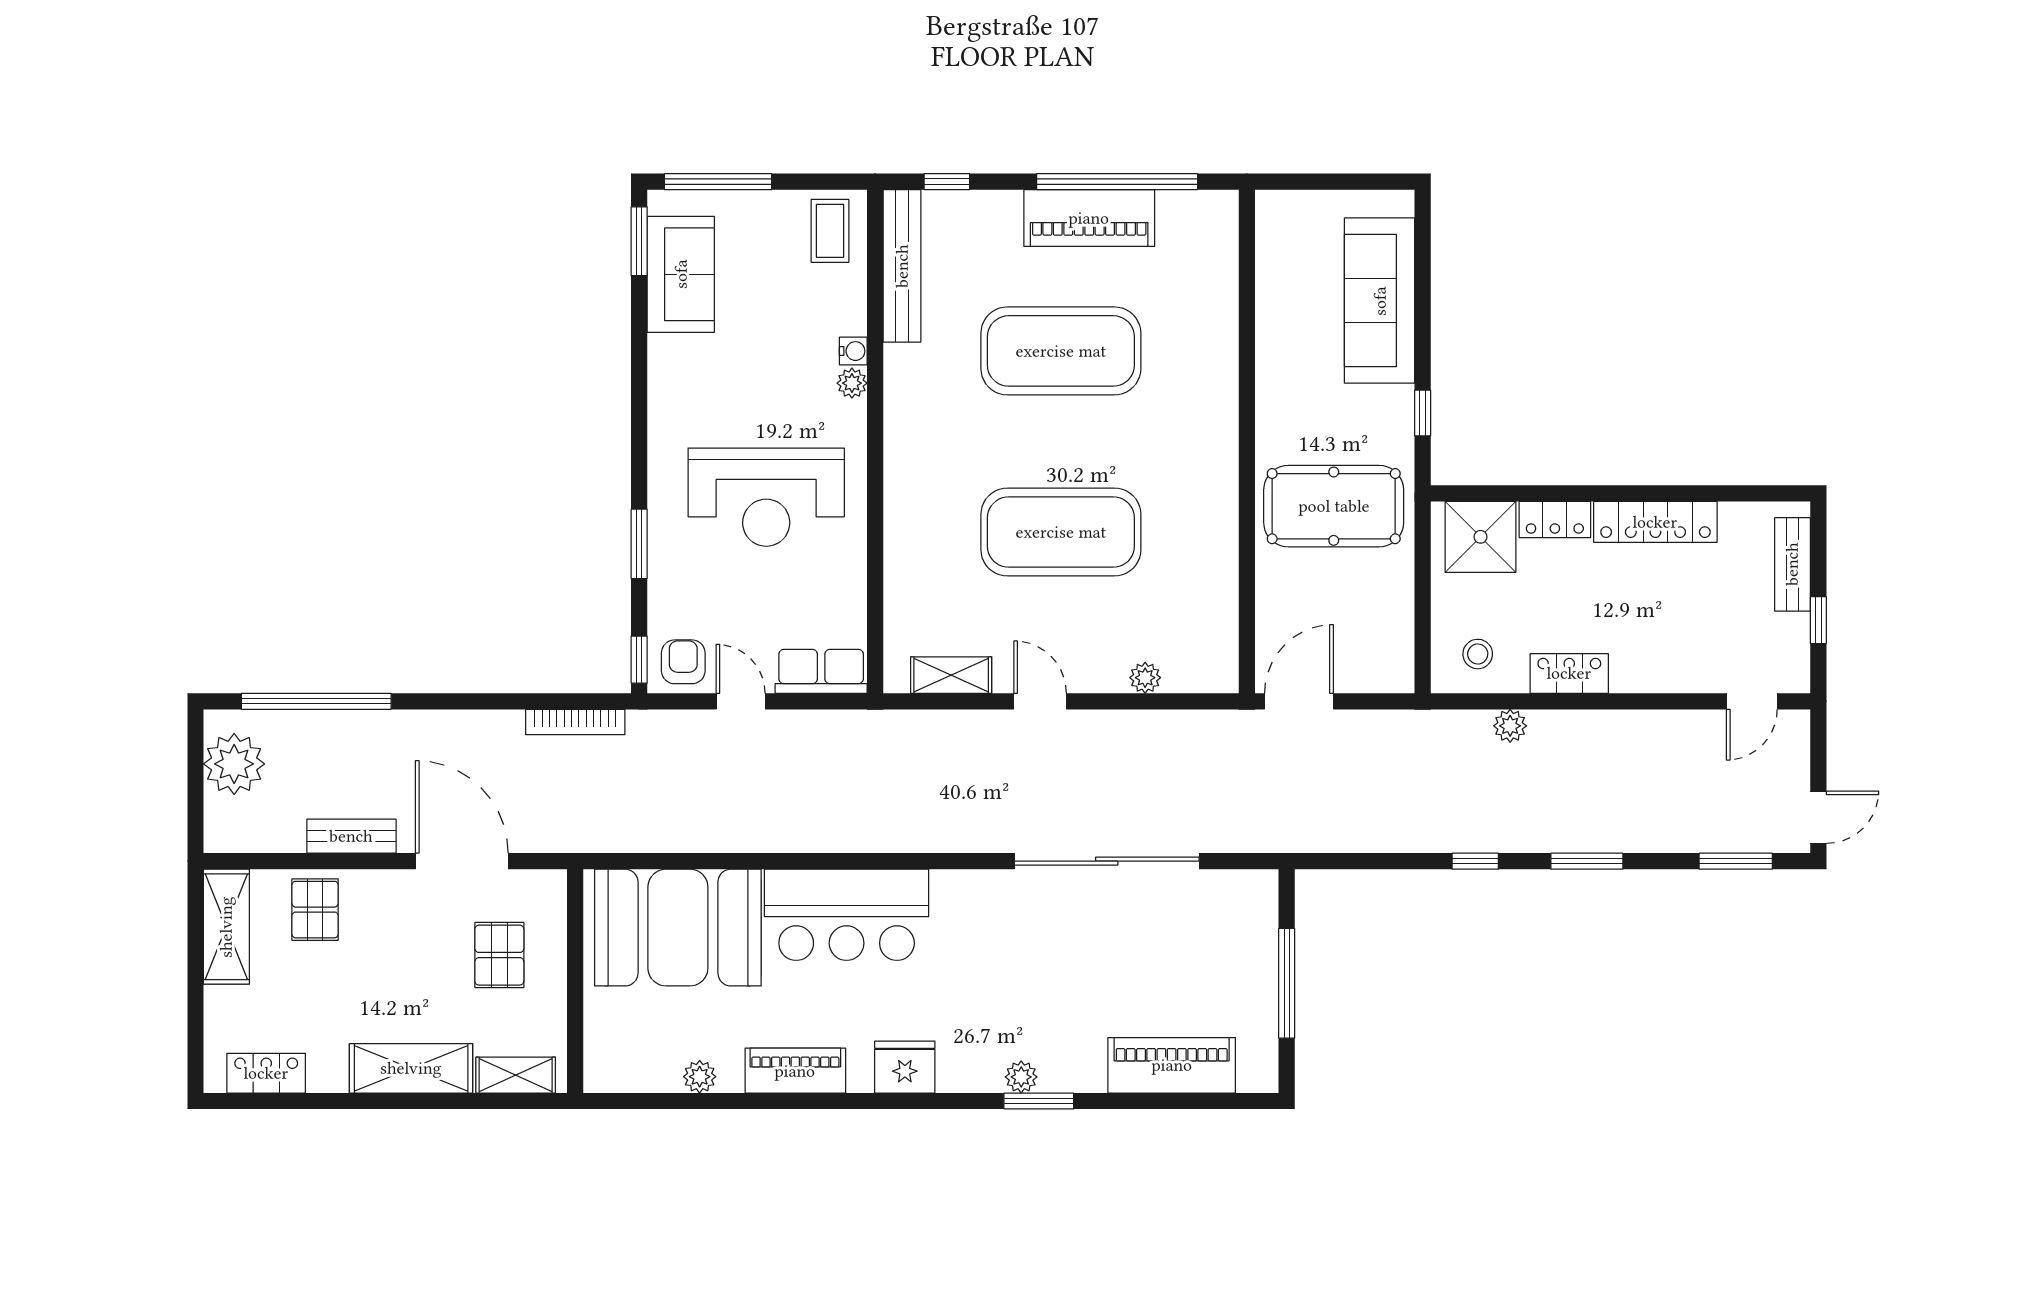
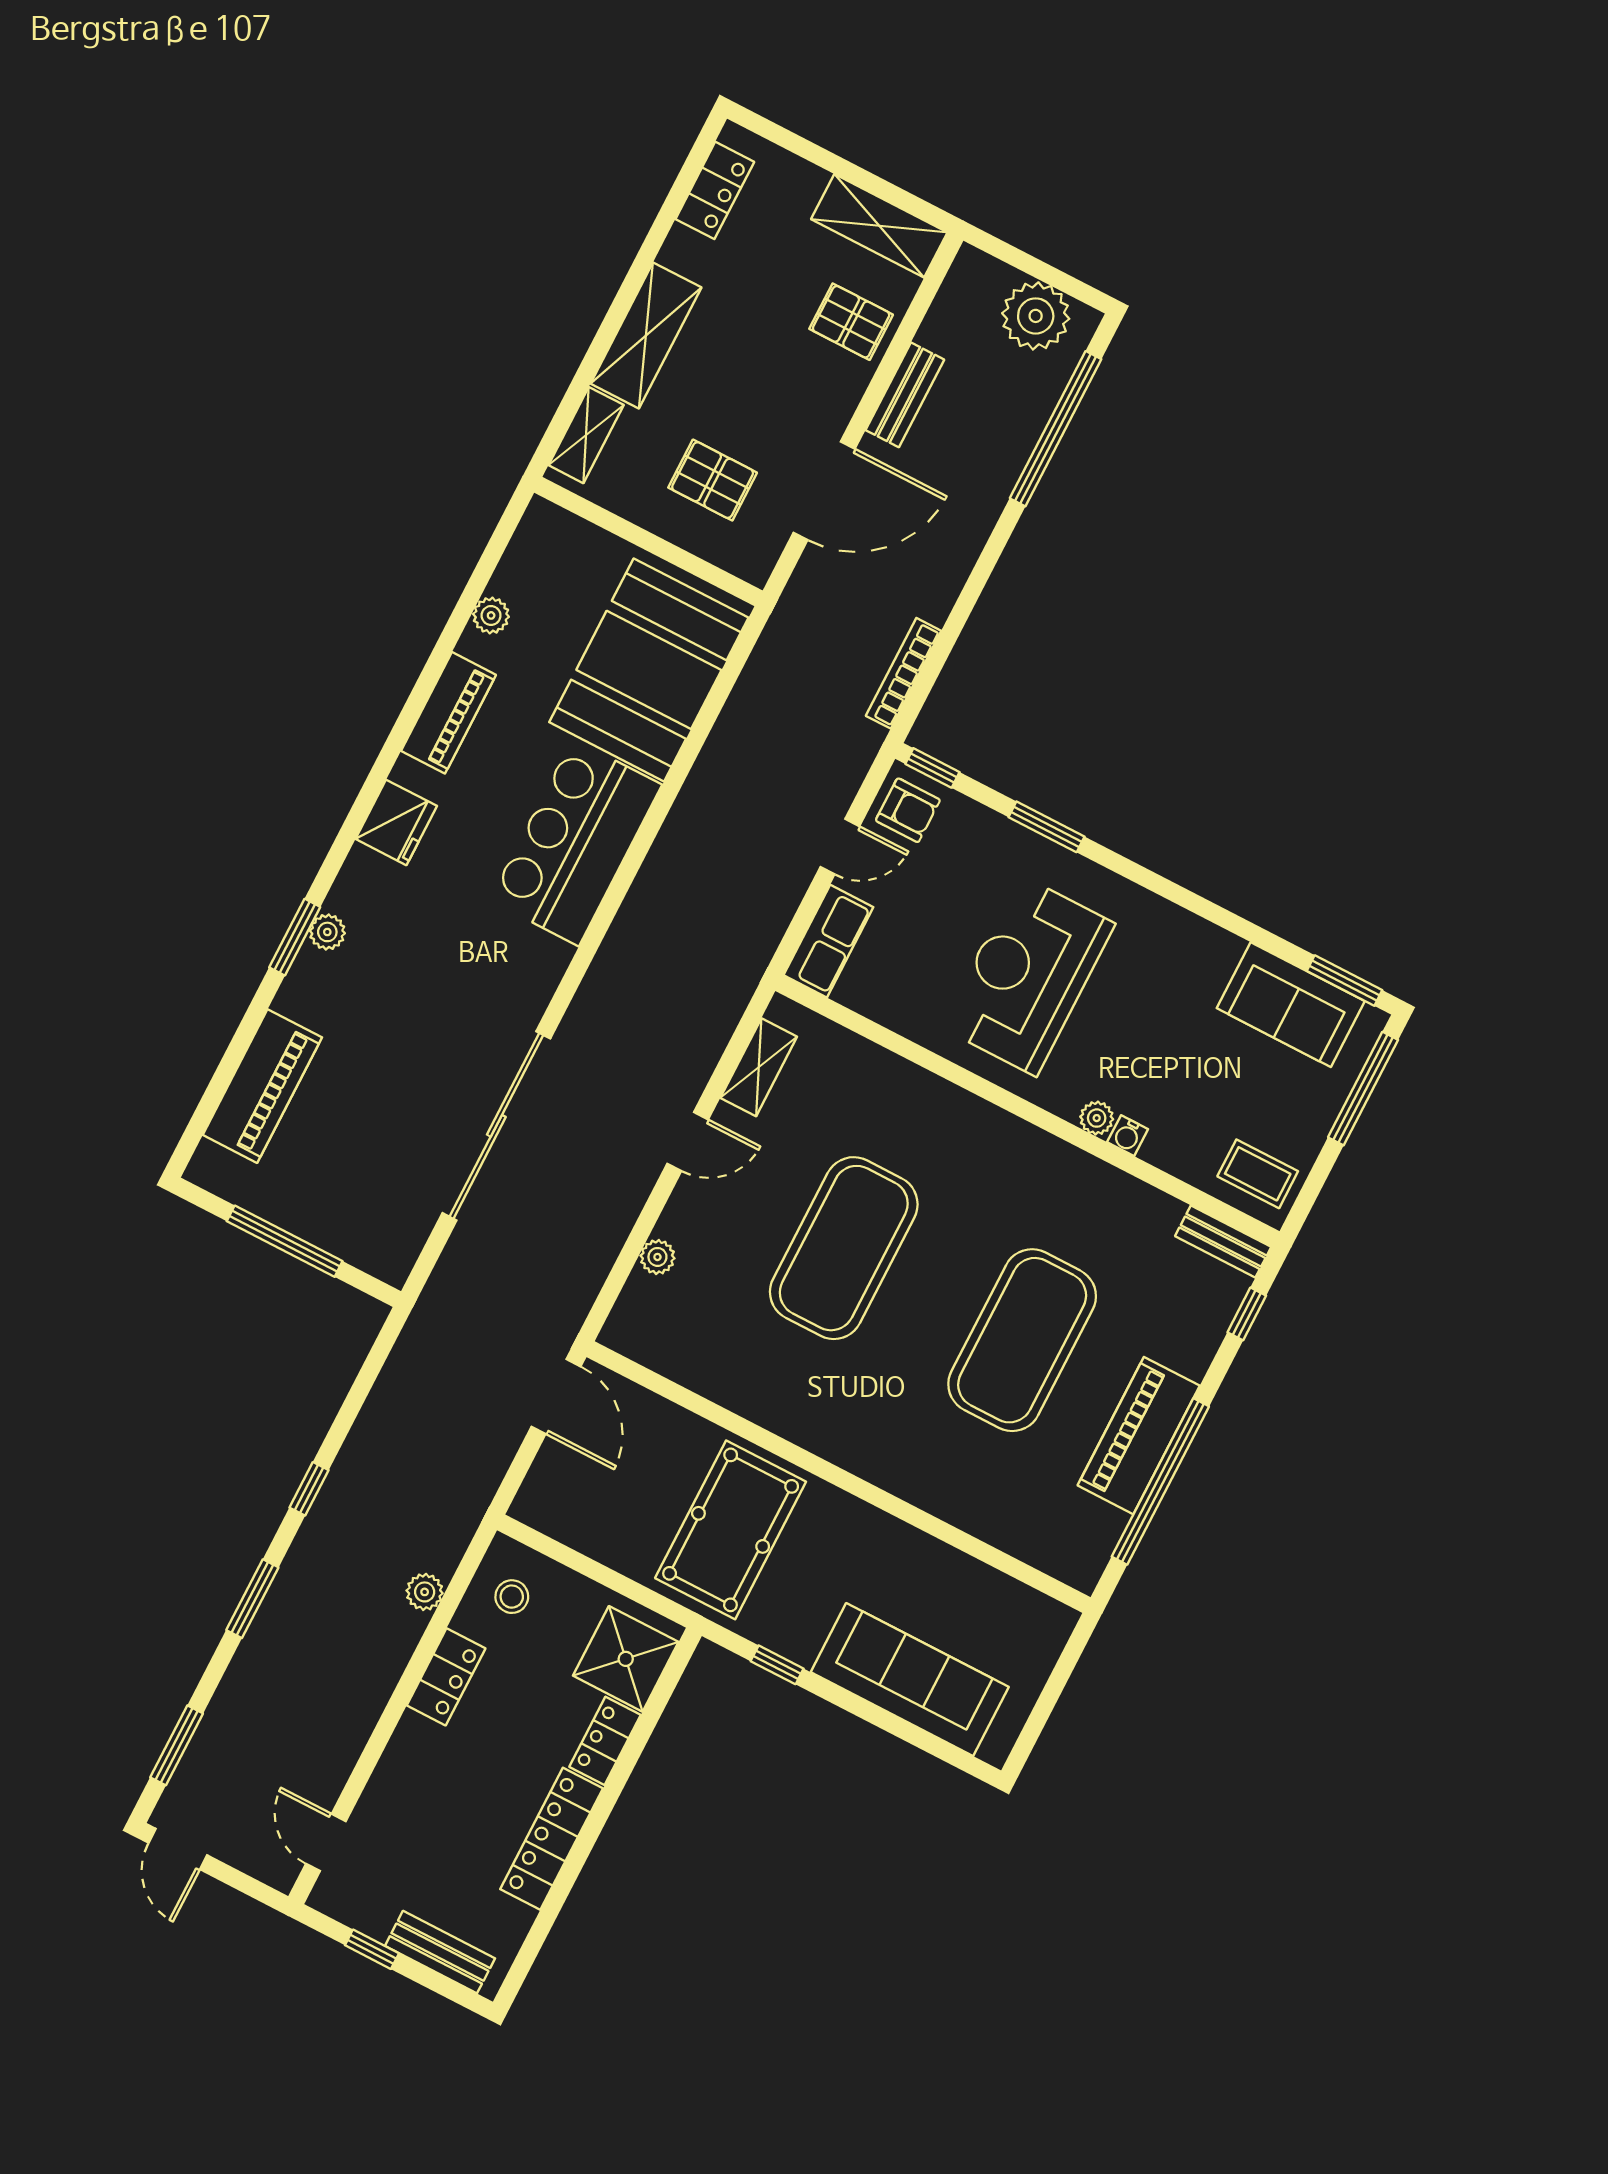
bench: (902, 266) -> (1223, 1242), width x0.54, depth x0.82

